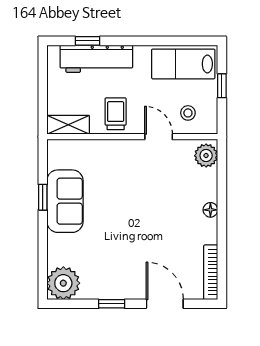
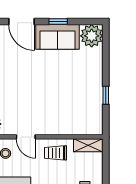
trolley: (116, 114) -> (55, 153), turned 90
sofa: (65, 201) -> (57, 37), moved, turned -90

